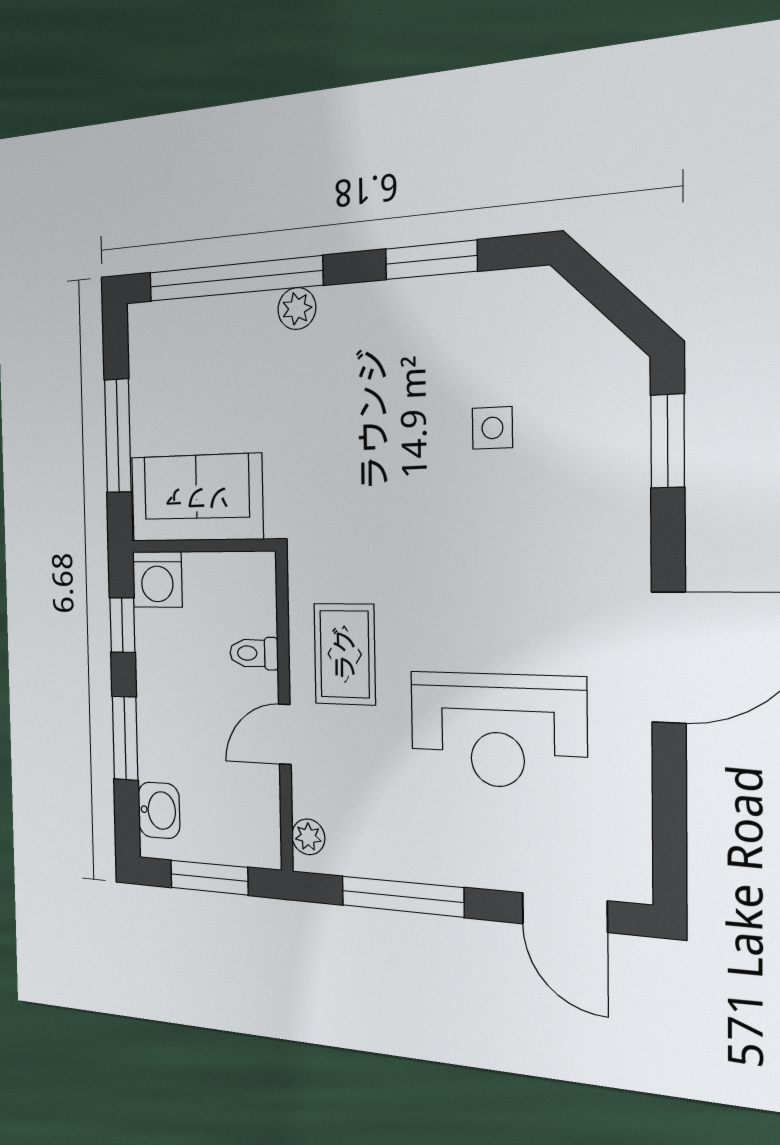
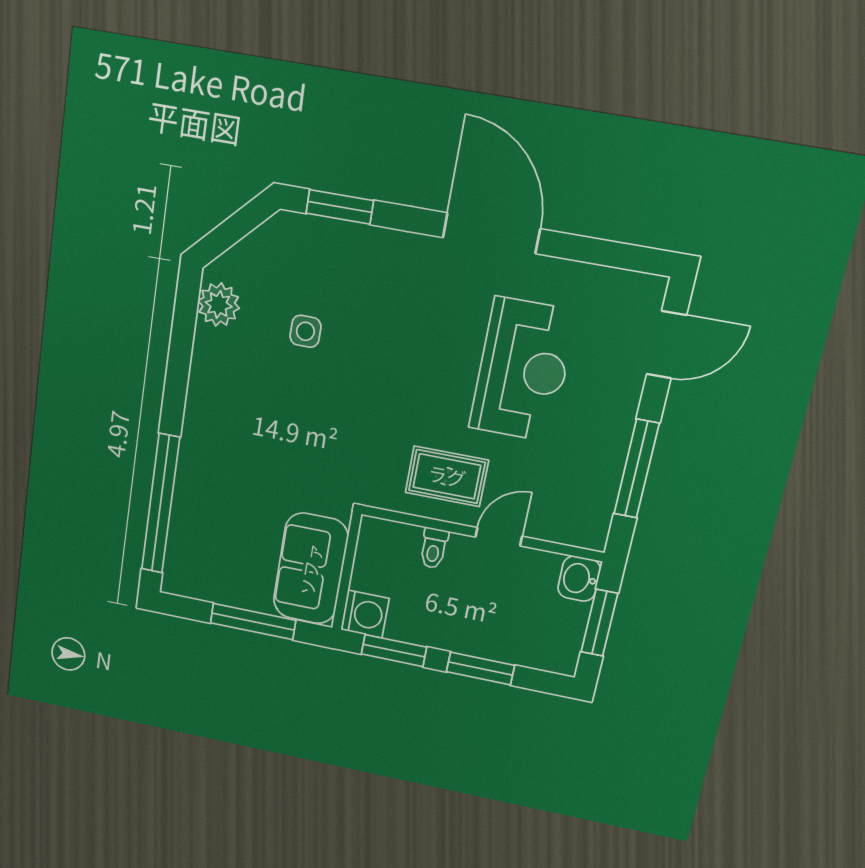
window: (431, 260) -> (180, 353), removed
plant: (297, 309) -> (219, 305), moved, width x1.38, depth x1.38
window: (122, 625) -> (394, 651), width x1.50
door: (285, 734) -> (499, 537), swing flipped
washbasin: (159, 810) -> (579, 579), moved, turned -90
plant: (308, 837) -> (580, 535), removed

